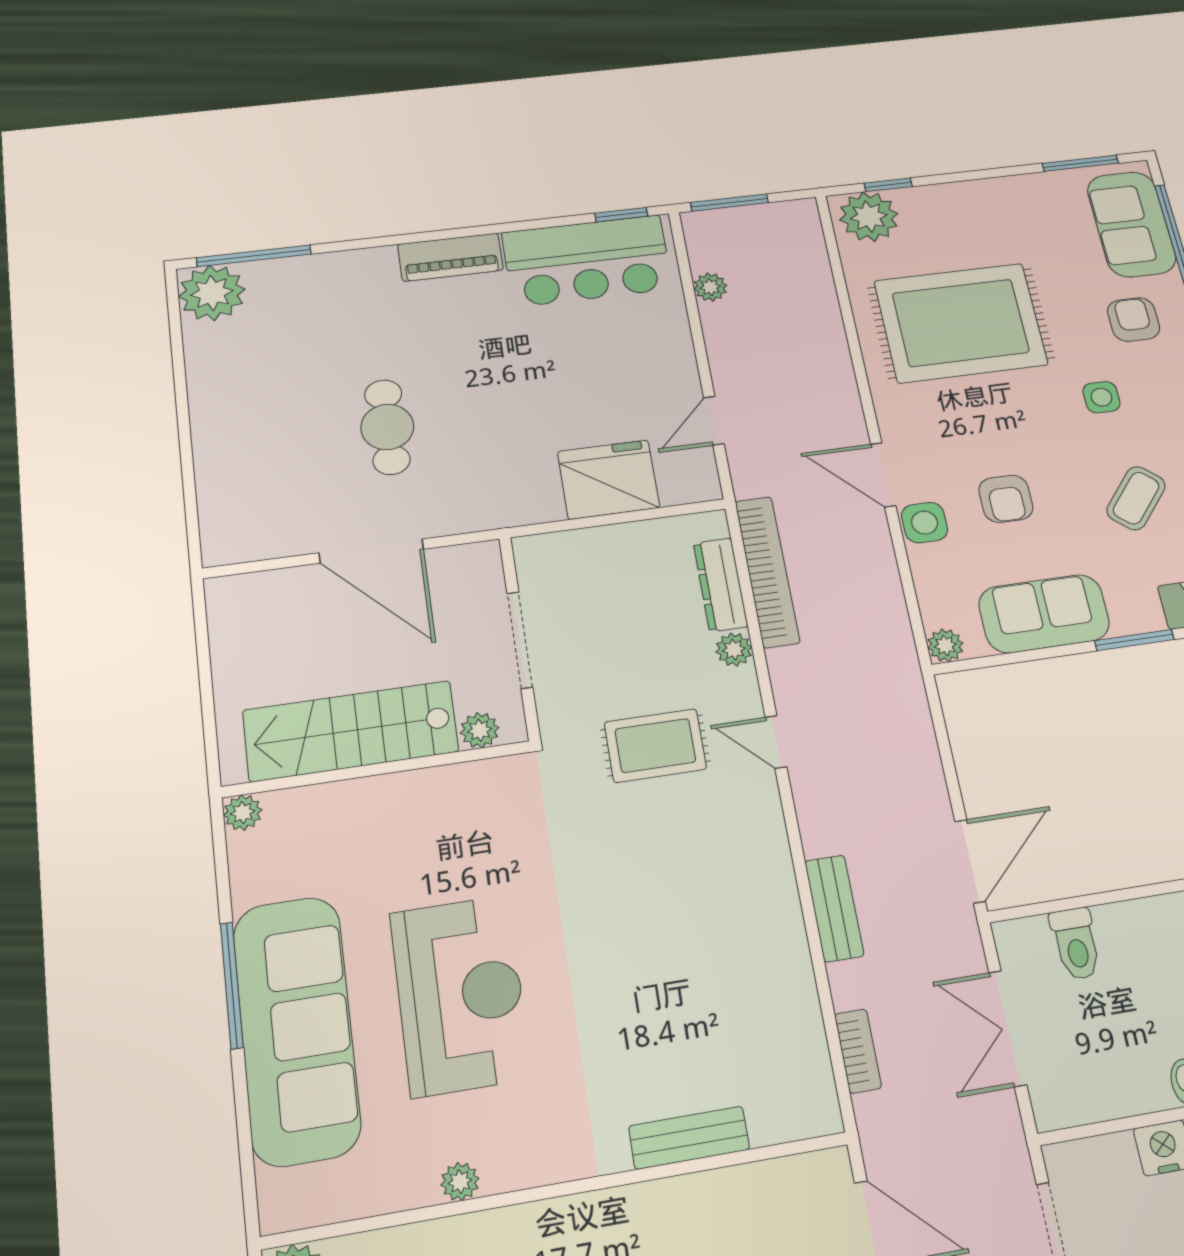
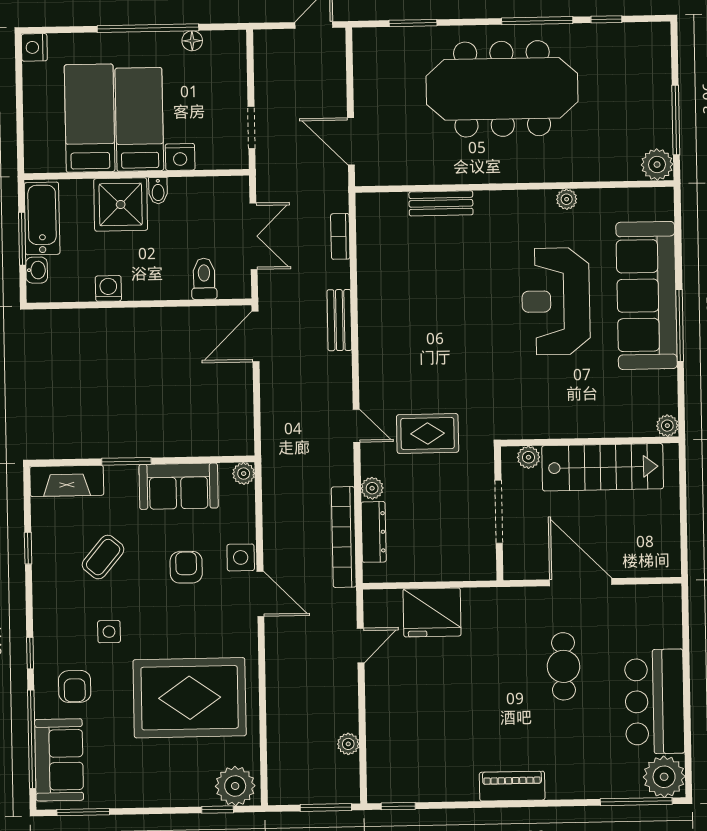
bar counter: (587, 261) -> (655, 702), moved, turned -90

